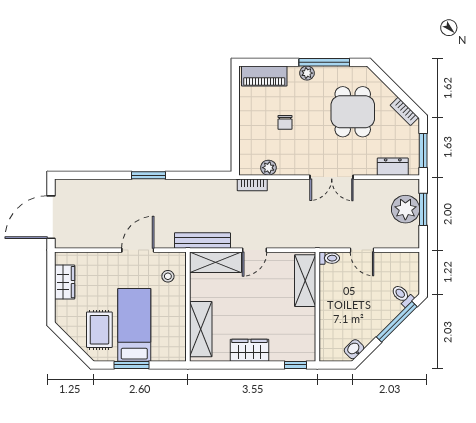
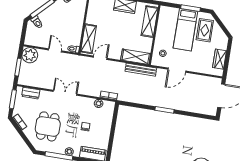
plant: (405, 209) -> (30, 55), moved
door: (255, 250) -> (100, 58), moved

